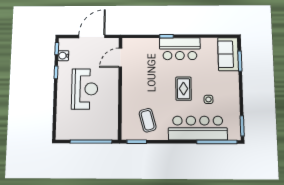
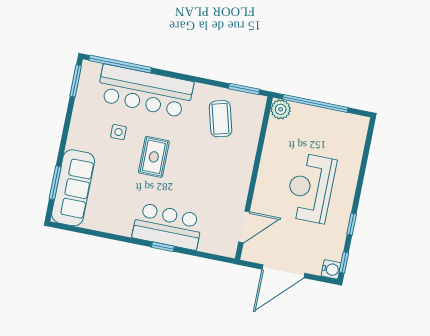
bar counter: (180, 49) -> (167, 226), moved
sofa: (228, 54) -> (73, 188), width x1.36
water cooler: (63, 56) -> (331, 269), moved
plant: (112, 134) -> (281, 109), added

